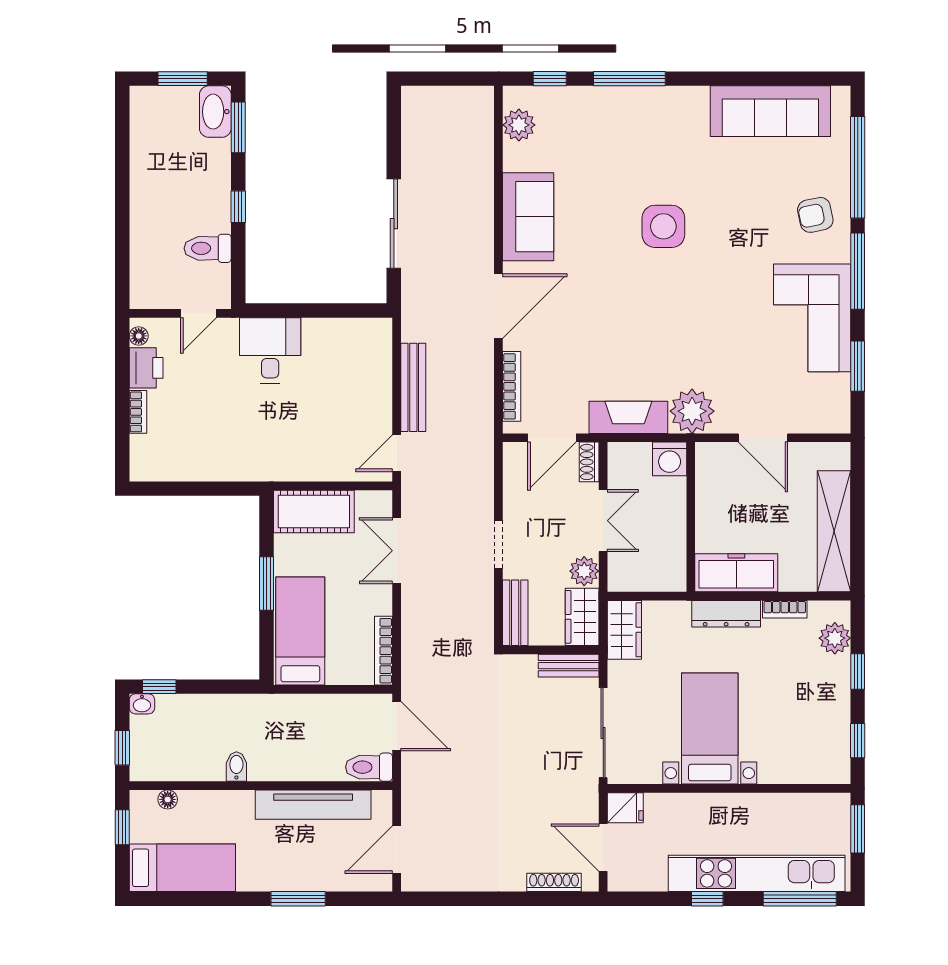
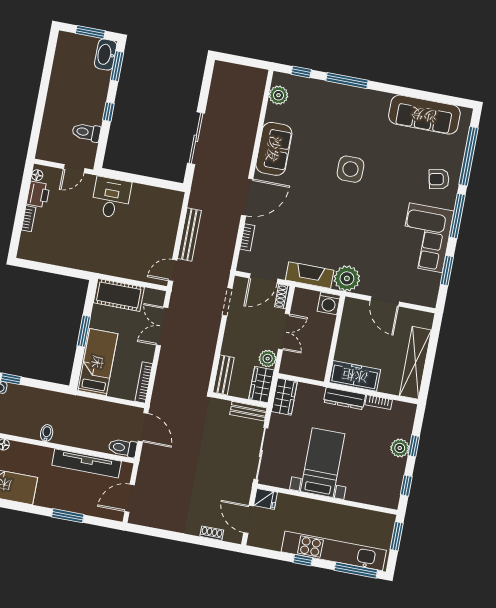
bookcase: (512, 386) -> (247, 237), width x0.64
doorway: (498, 544) -> (227, 302), moved
plant: (835, 638) -> (400, 448), moved
shoe rack: (554, 882) -> (212, 533), width x0.70

